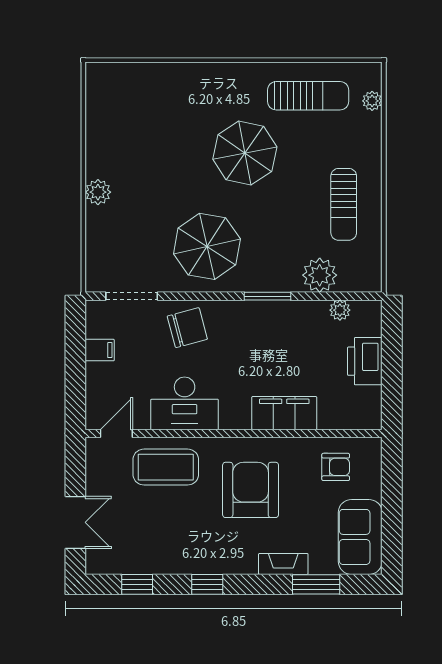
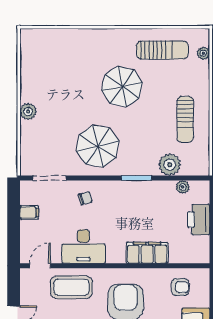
chair: (187, 328) -> (85, 198), width x0.54, depth x0.54

